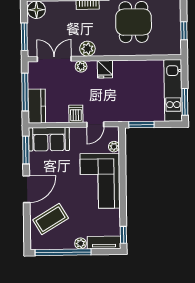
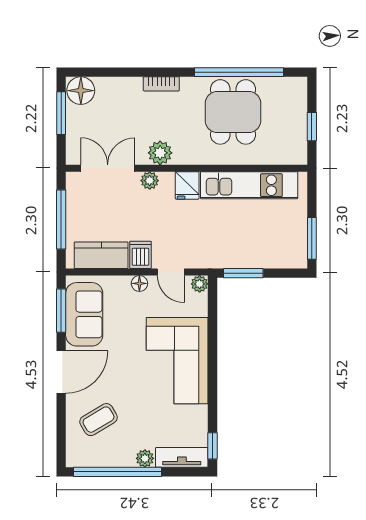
window: (24, 37) -> (61, 113), moved
kitchen unit: (173, 90) -> (249, 185), moved, turned -90
kitchen counter: (37, 106) -> (101, 255), moved, turned -90
door: (95, 125) -> (171, 272), hinge flipped
floor lamp: (75, 132) -> (139, 283), added
sofa: (49, 139) -> (84, 314), moved, turned -90
plant: (114, 147) -> (200, 284), moved
coffee table: (51, 219) -> (98, 420), width x0.73, depth x0.77

